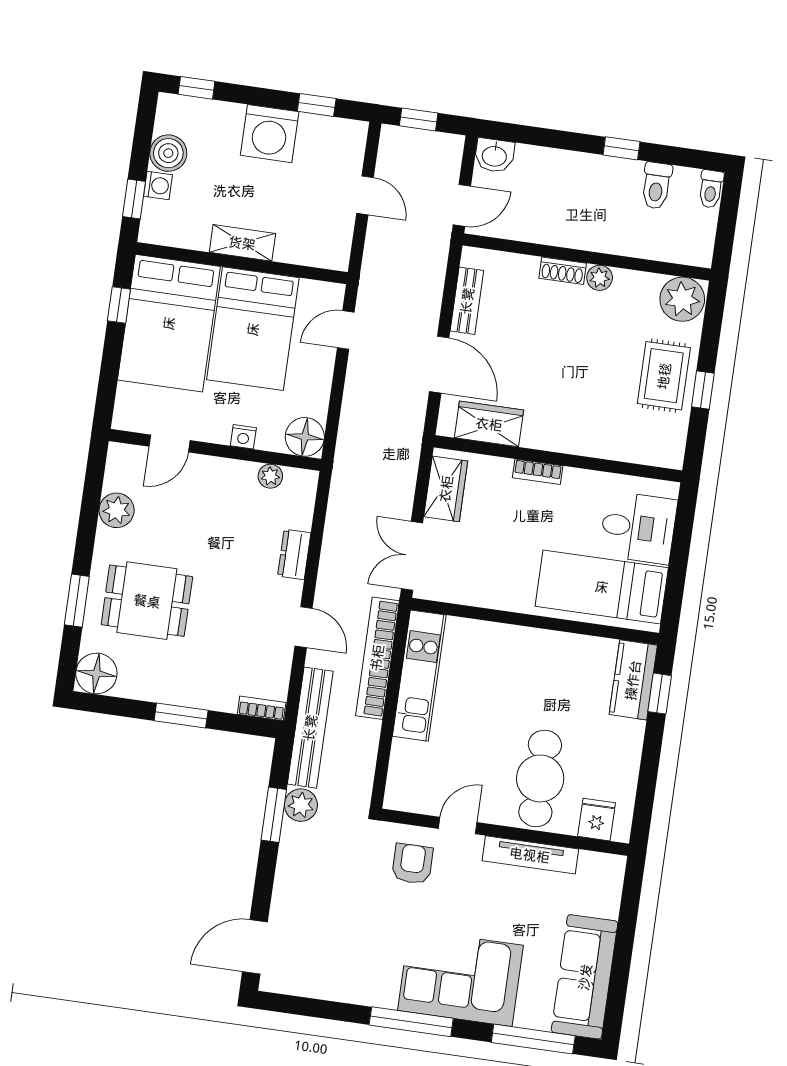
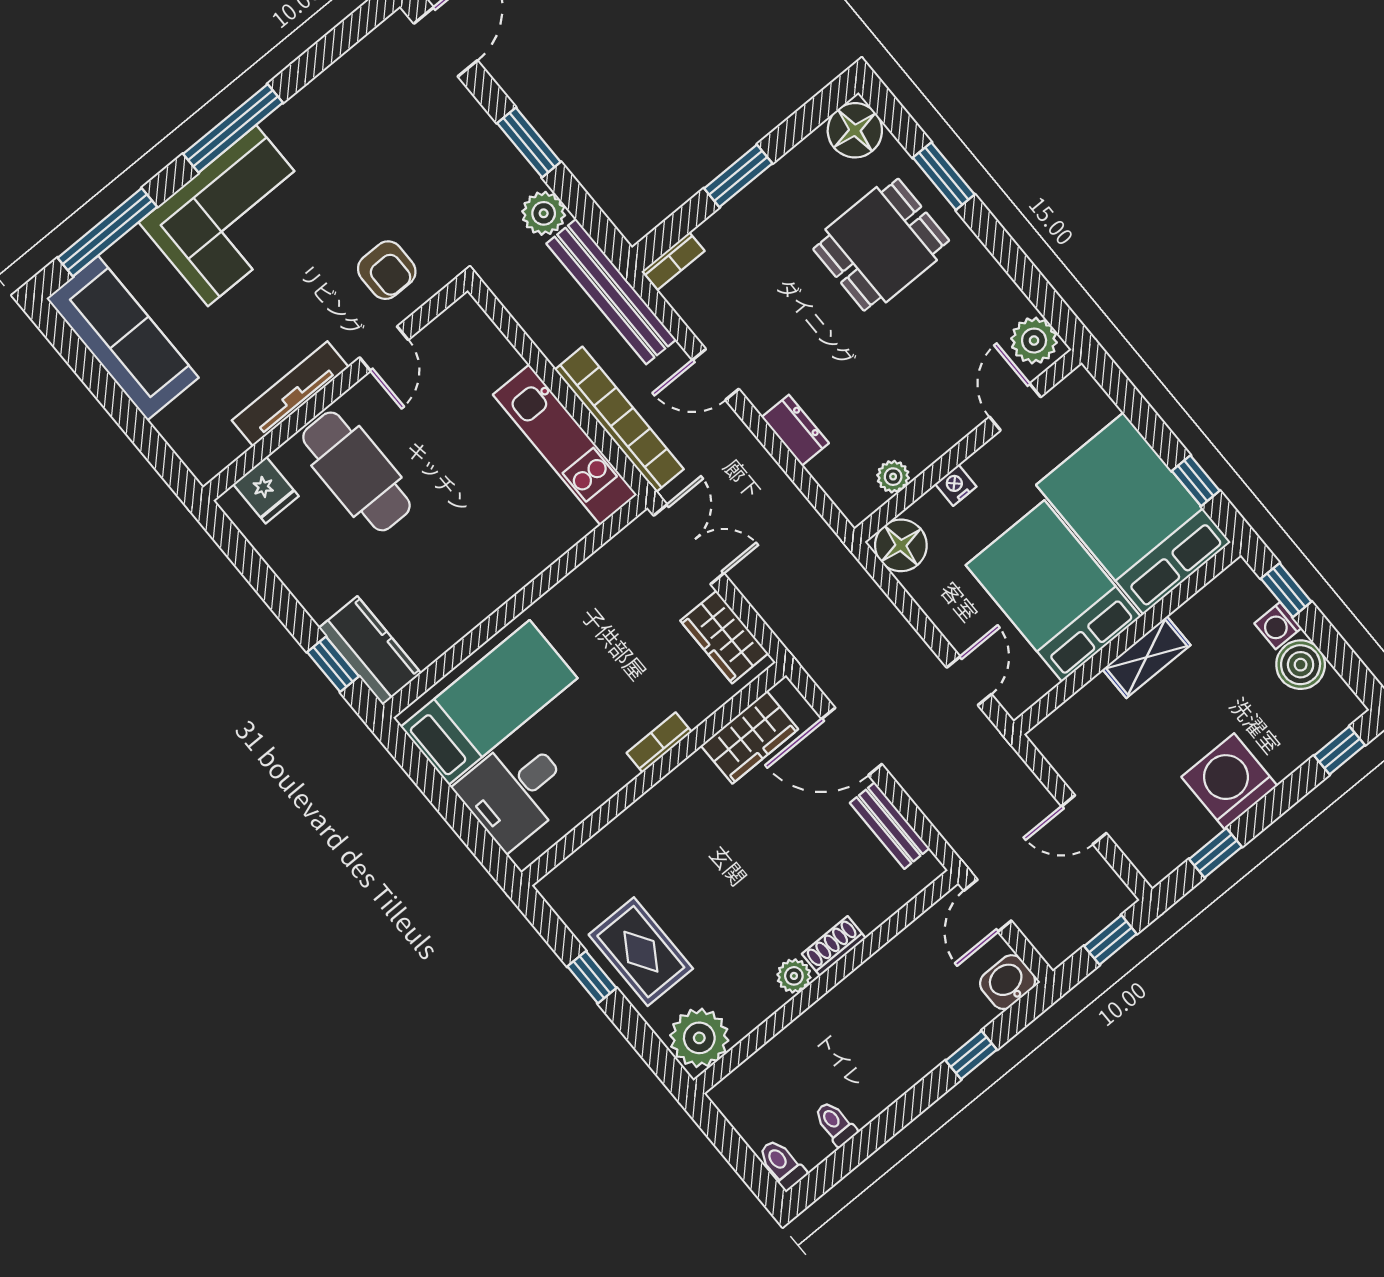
window: (621, 148) -> (971, 1055), moved
toilet: (656, 186) -> (835, 1124), width x0.73, depth x0.72
plant: (117, 510) -> (1034, 341), moved
window: (274, 815) -> (529, 143), moved

